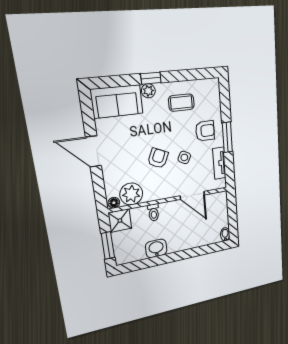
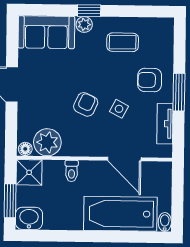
armchair: (205, 131) -> (150, 80), turned 180
bathtub: (194, 236) -> (120, 214), added
washbasin: (156, 248) -> (29, 218), moved

